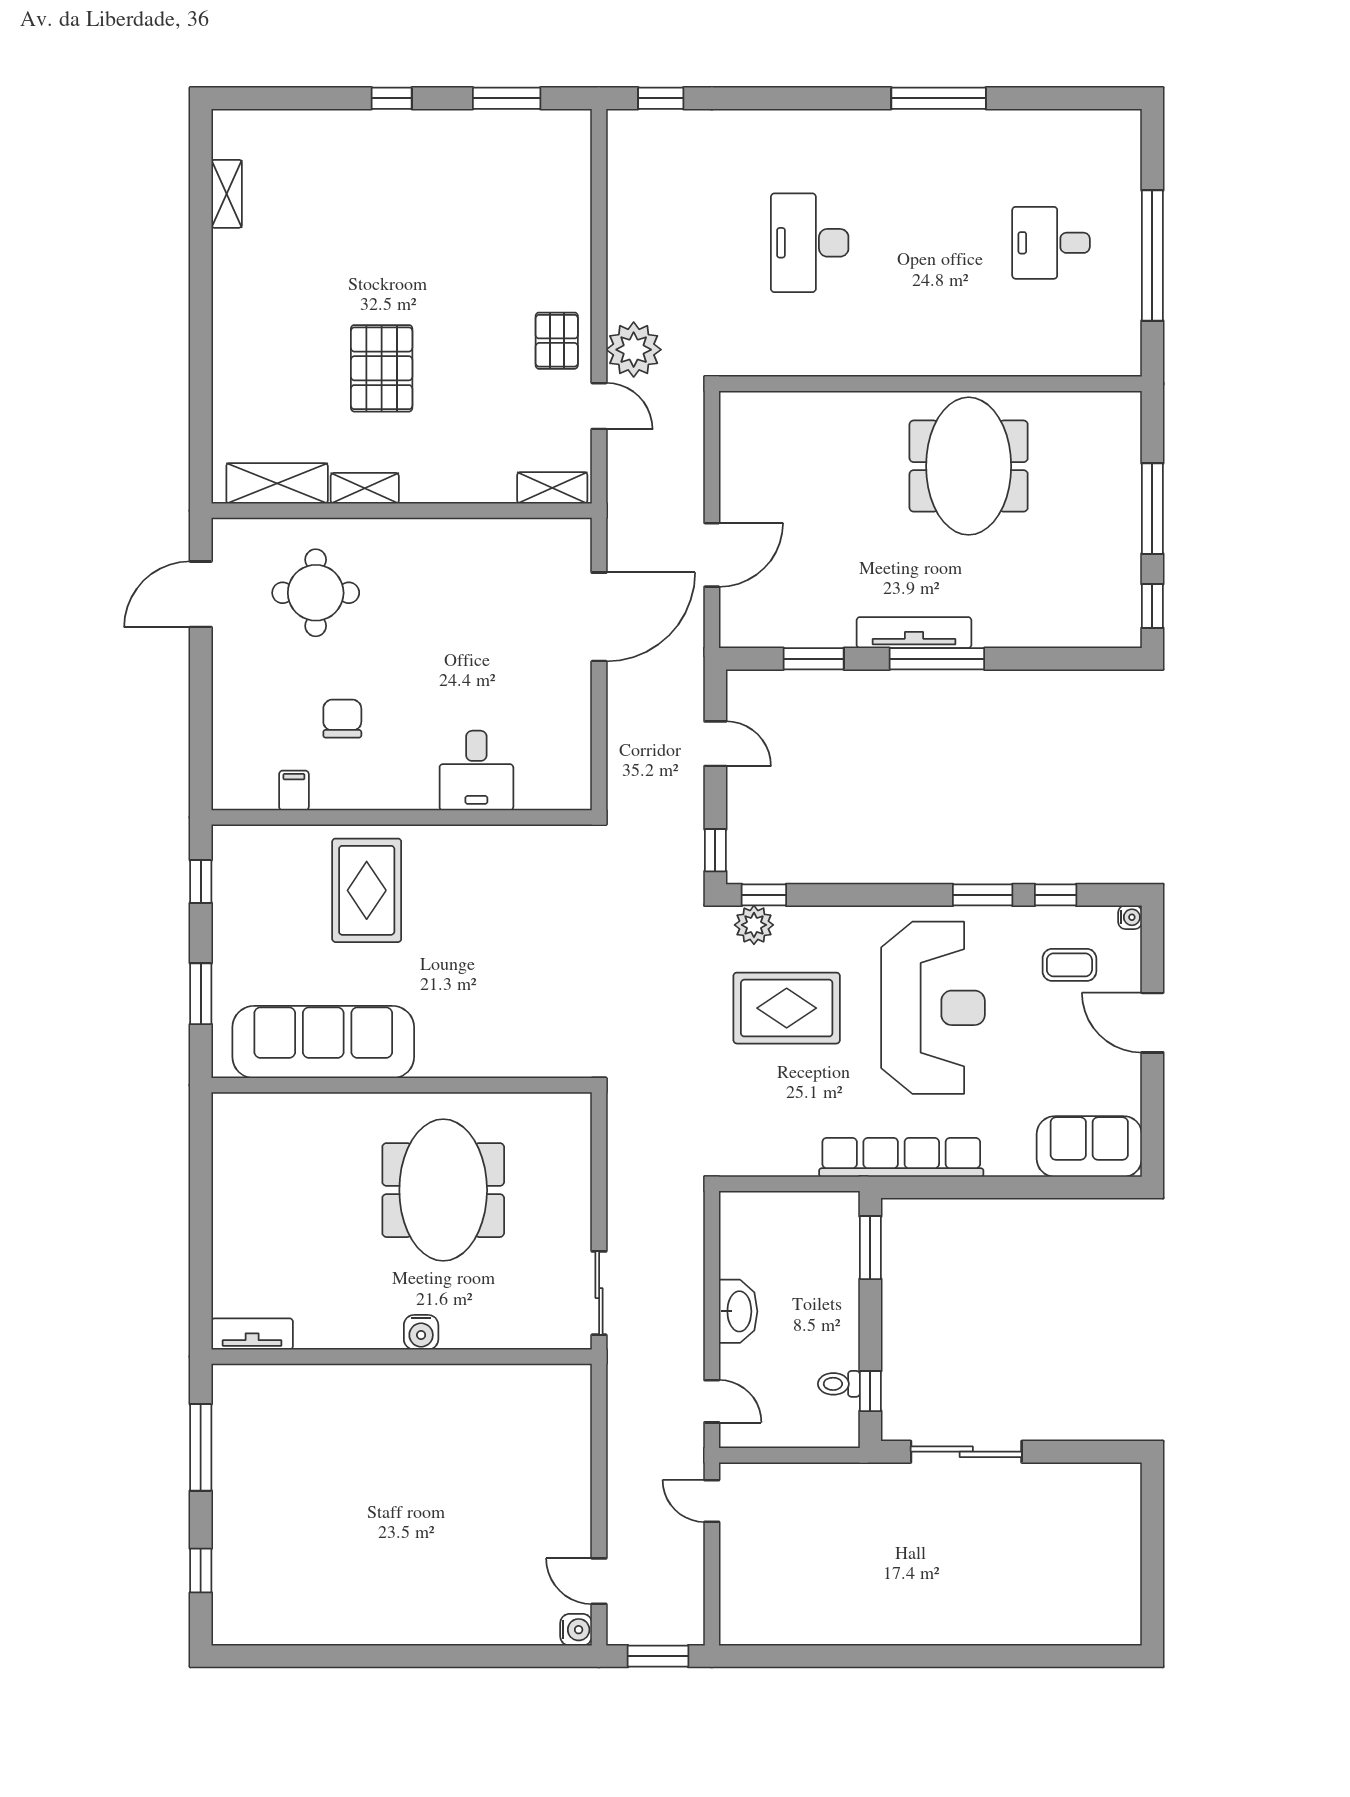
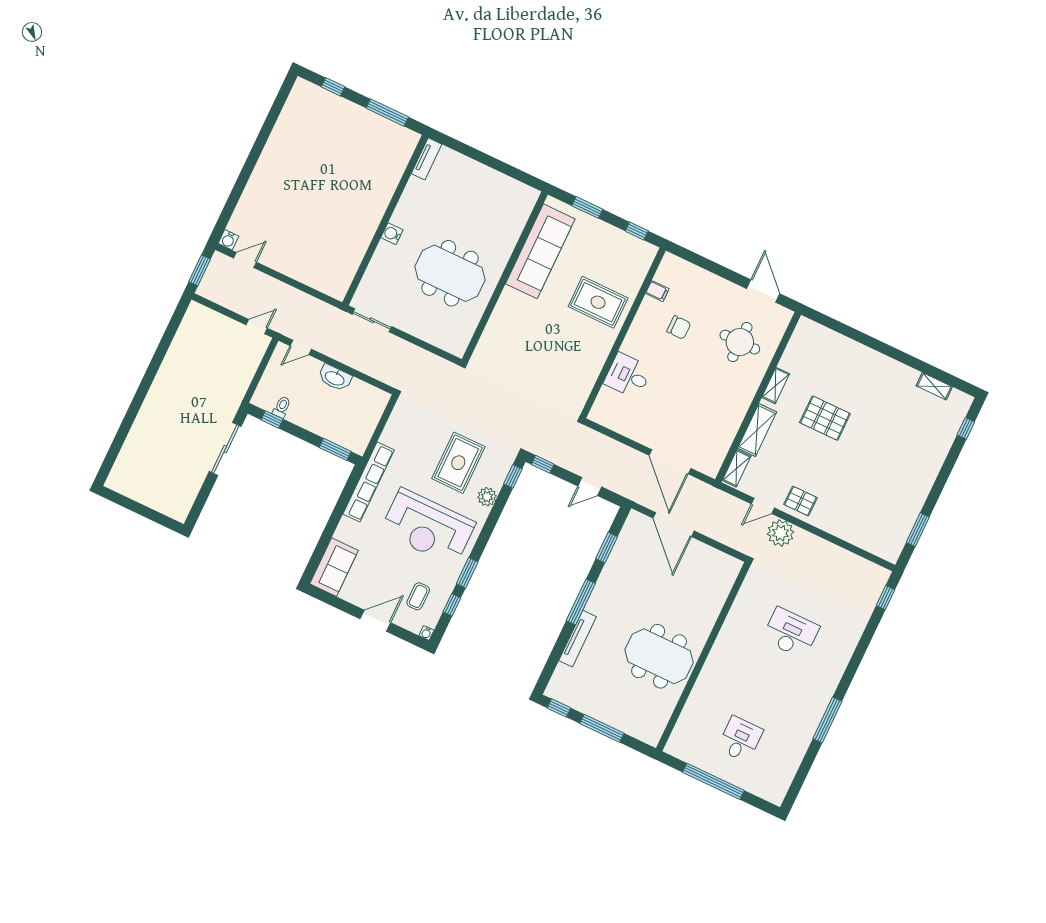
window: (392, 98) -> (966, 428), moved
shelving: (277, 483) -> (757, 430), moved
door: (712, 555) -> (674, 525), width x1.36
tv unit: (914, 633) -> (578, 639), moved
plant: (754, 925) -> (487, 497), moved

